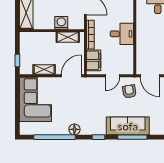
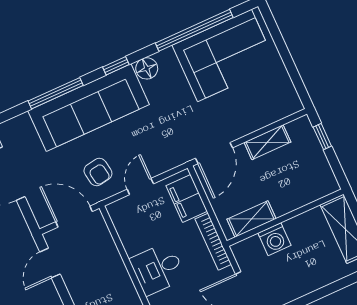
corner sofa: (35, 99) -> (224, 55), moved, turned -90
sofa: (128, 126) -> (89, 108), width x1.36, depth x1.27
floor lamp: (74, 129) -> (147, 68), moved

